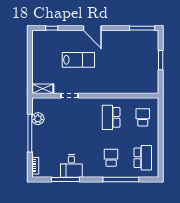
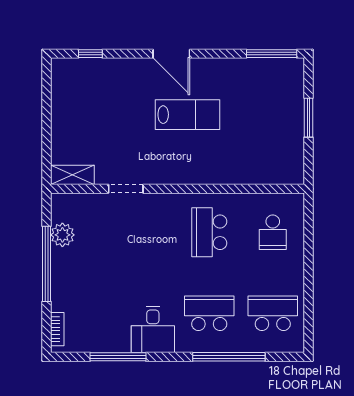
lab bench: (78, 60) -> (187, 115), moved
school desk: (143, 117) -> (273, 232), turned 180
school desk: (111, 158) -> (209, 313), width x1.85
school desk: (143, 158) -> (273, 313), turned -90
desk: (71, 166) -> (153, 329), moved

